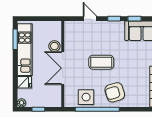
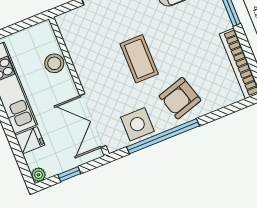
coffee table: (101, 62) -> (139, 59), turned 90
double door: (63, 68) -> (93, 121), moved

